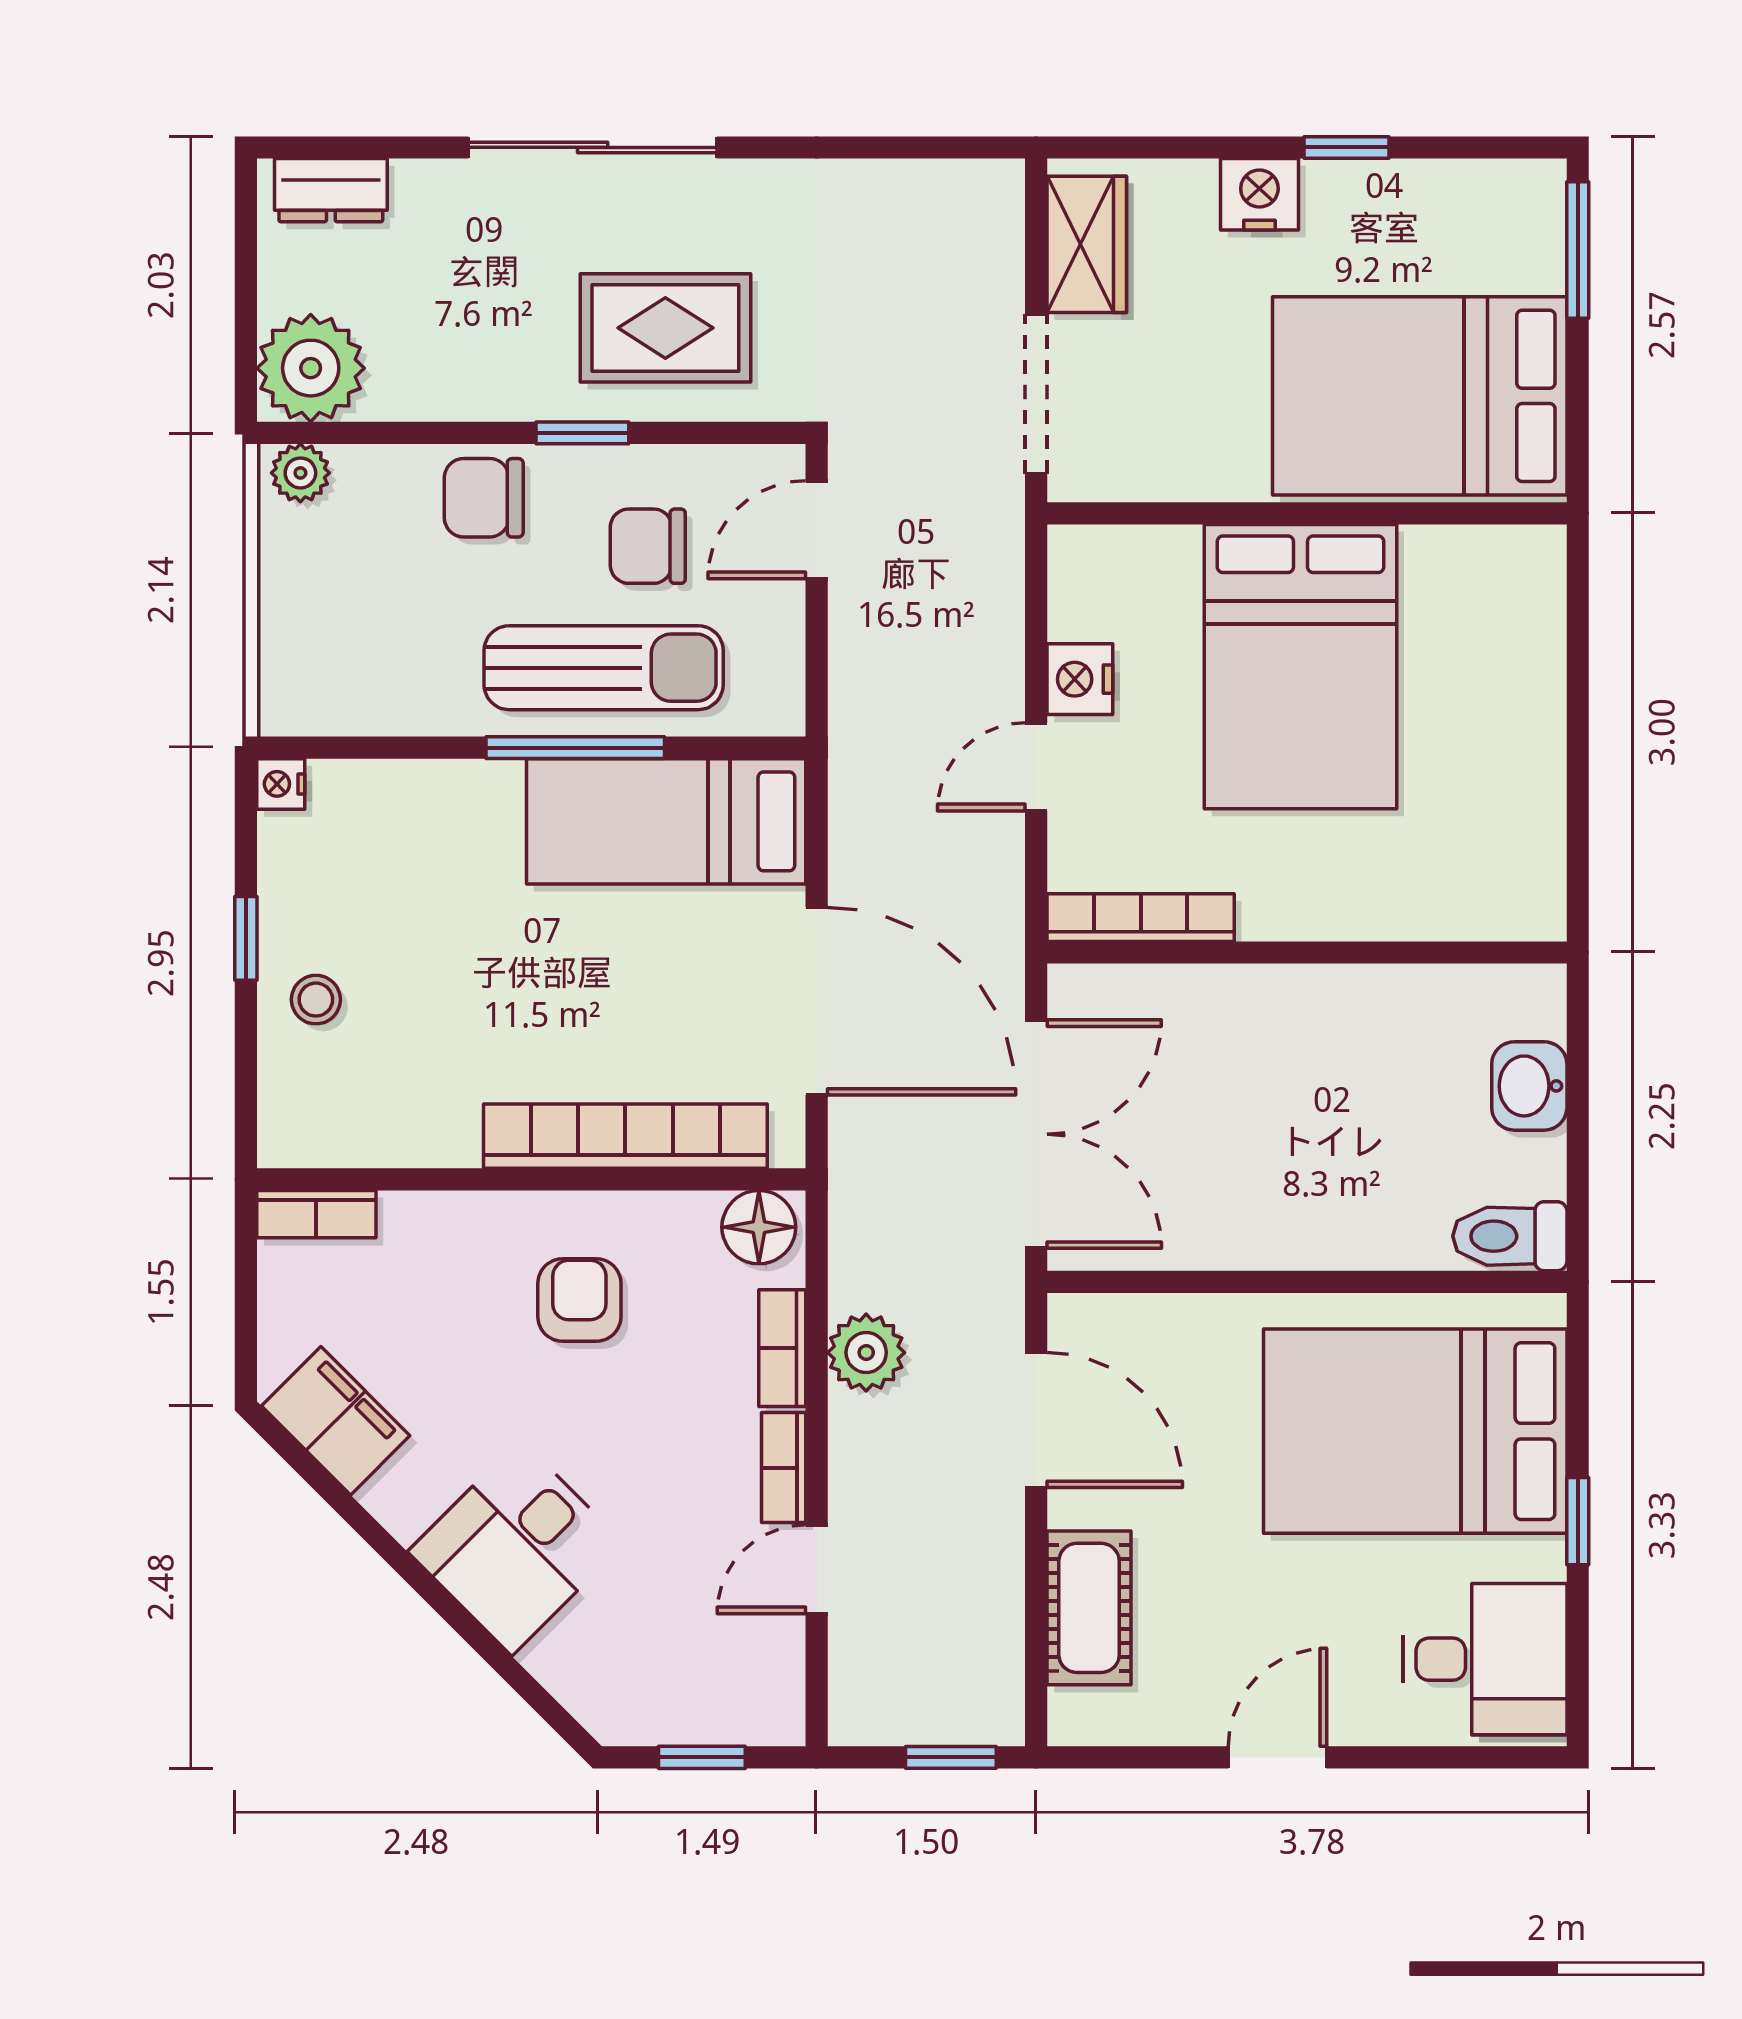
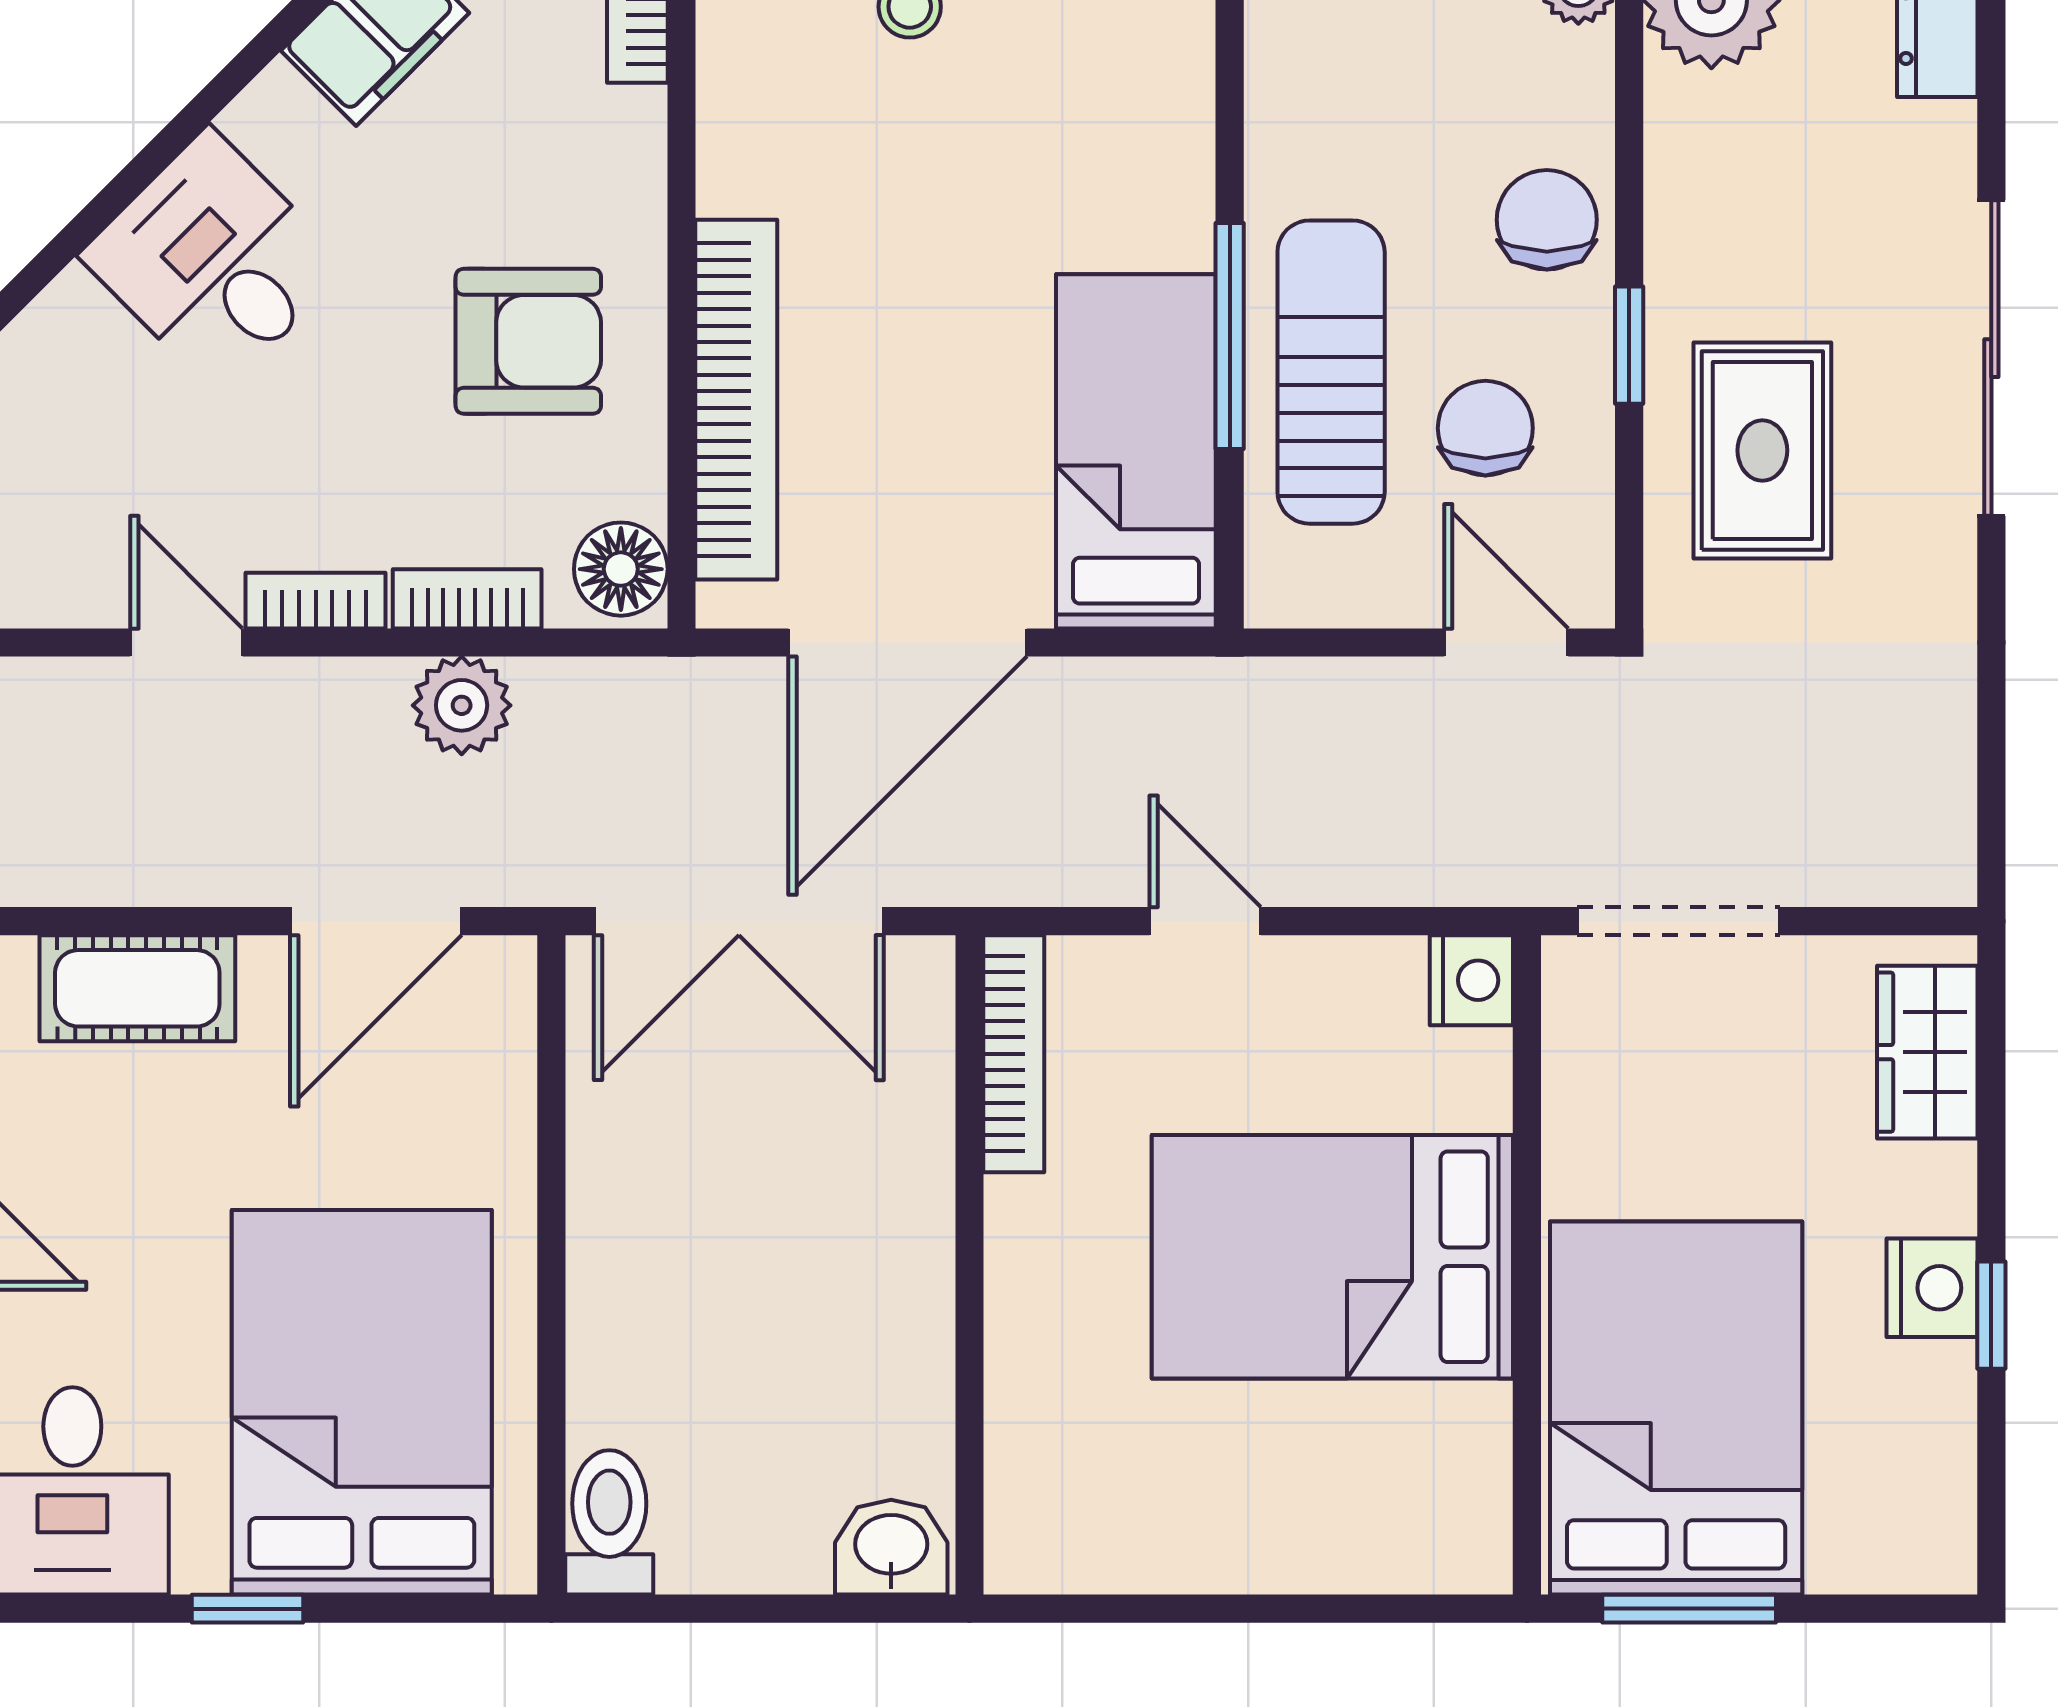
nightstand: (1259, 194) -> (1932, 1288), moved
wardrobe: (1087, 244) -> (1927, 1052), moved, turned 90
window: (1578, 250) -> (1689, 1609), moved
sun lounger: (604, 668) -> (1331, 372), turned 180
nightstand: (1080, 679) -> (1471, 980), moved, turned 90
washbasin: (1529, 1086) -> (891, 1547), moved
armchair: (579, 1300) -> (528, 341), width x1.38, depth x1.38

